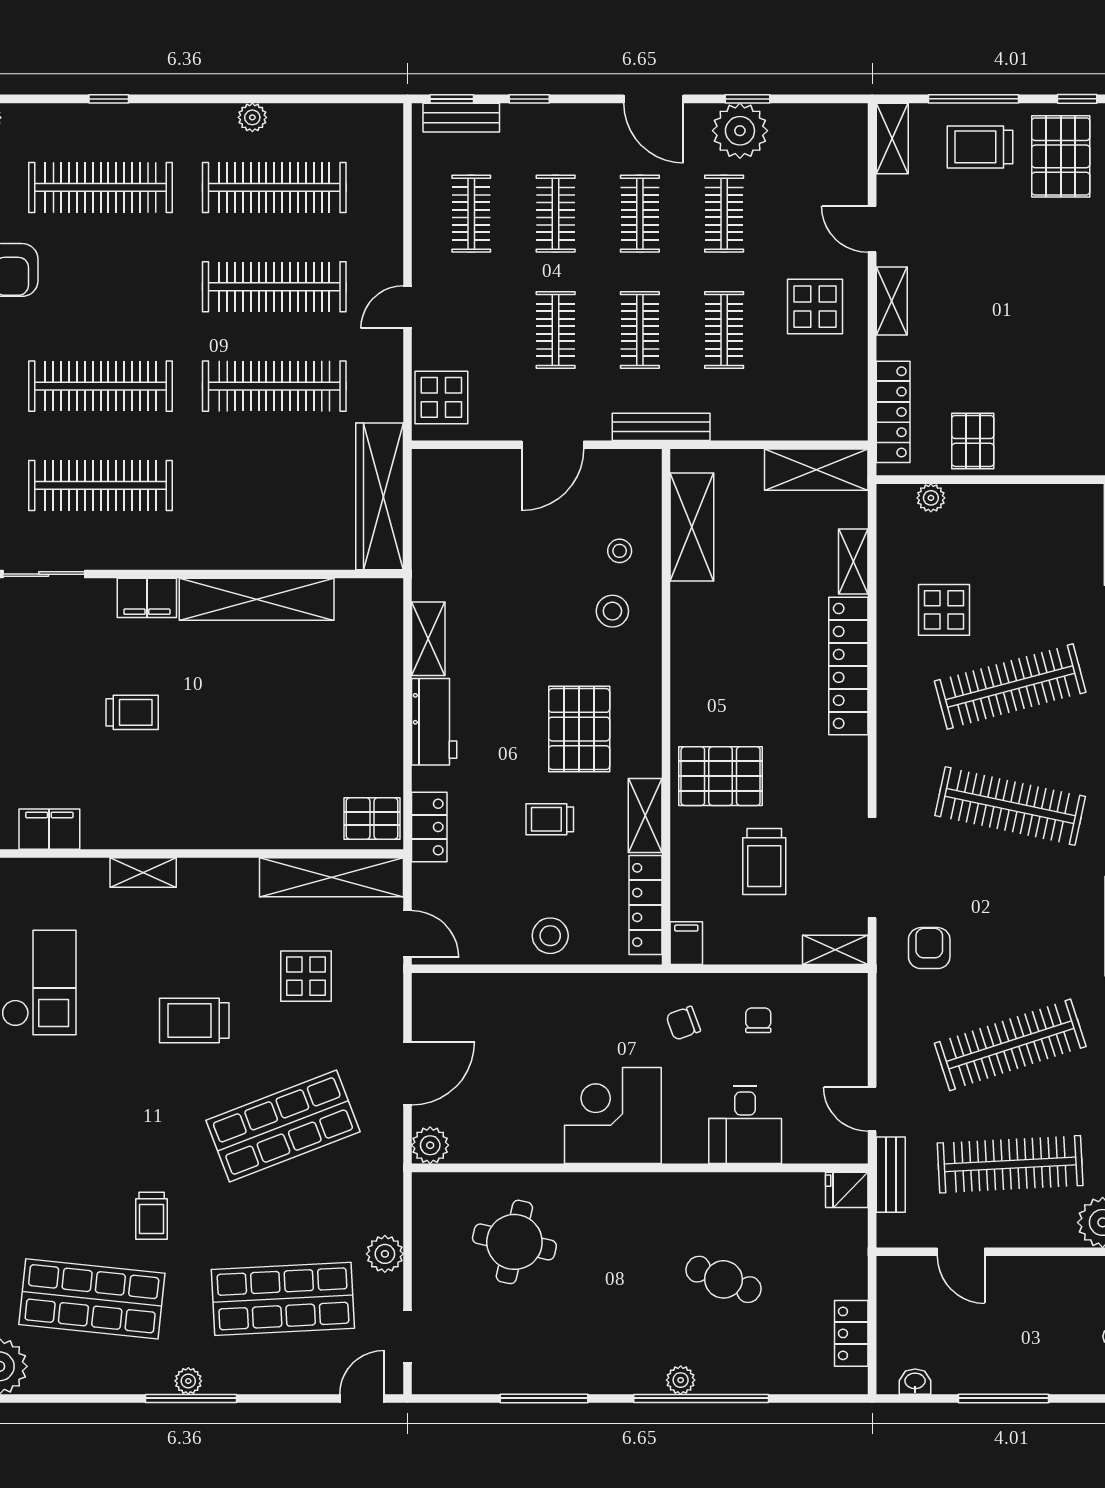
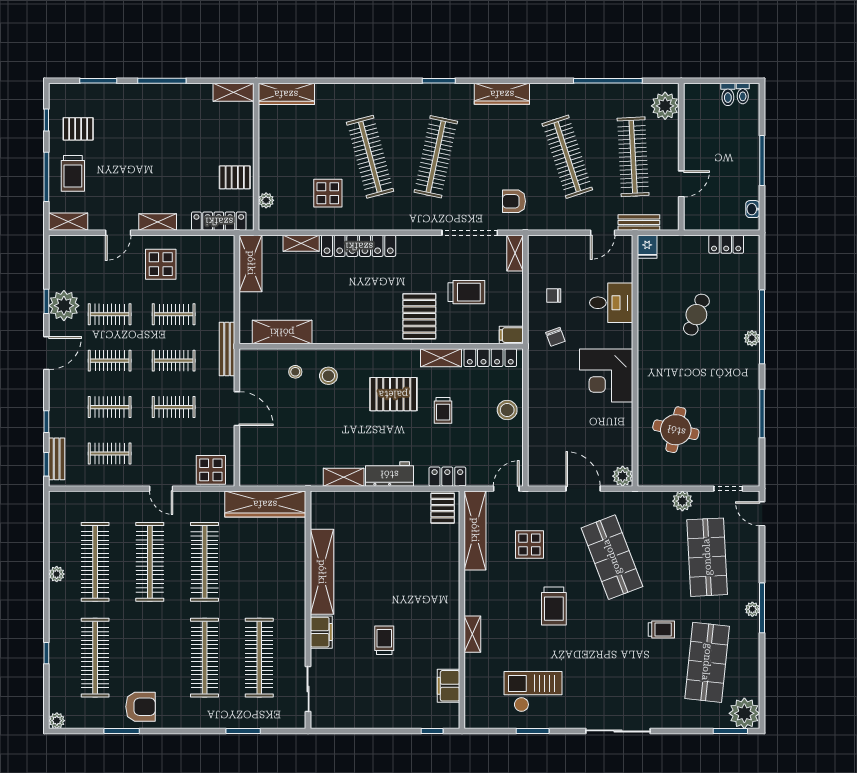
pallet: (1061, 156) -> (78, 129), width x0.67, depth x0.71

